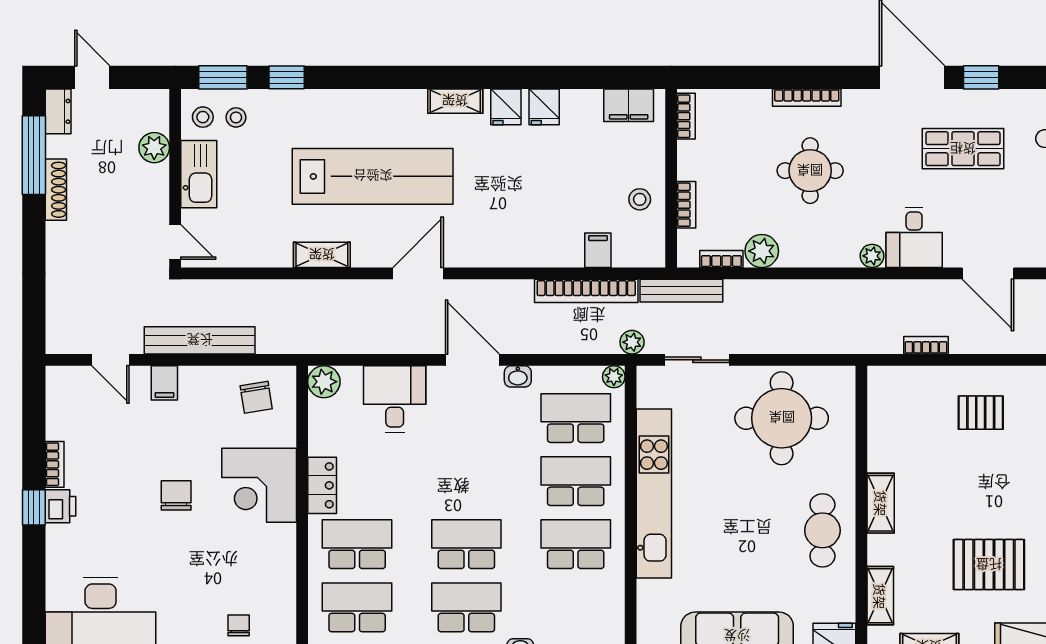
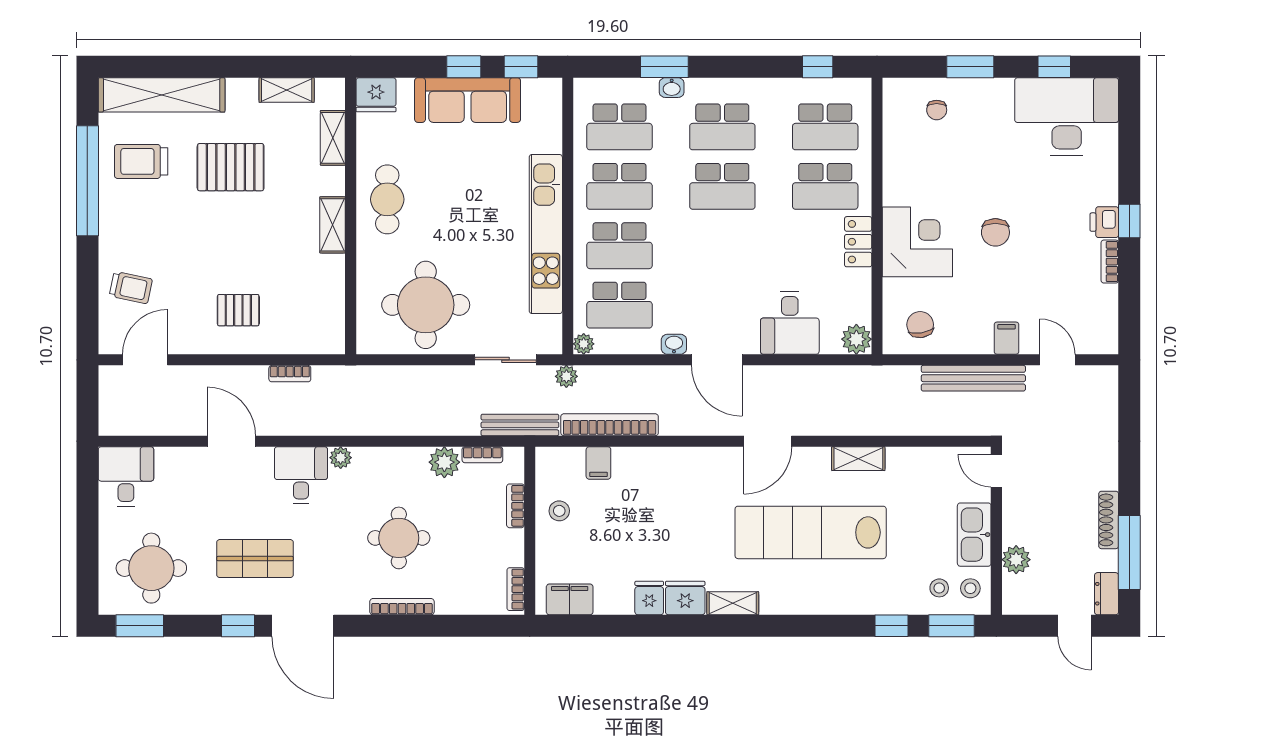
fridge: (506, 107) -> (685, 598), width x1.38
school desk: (576, 607) -> (619, 127), added

